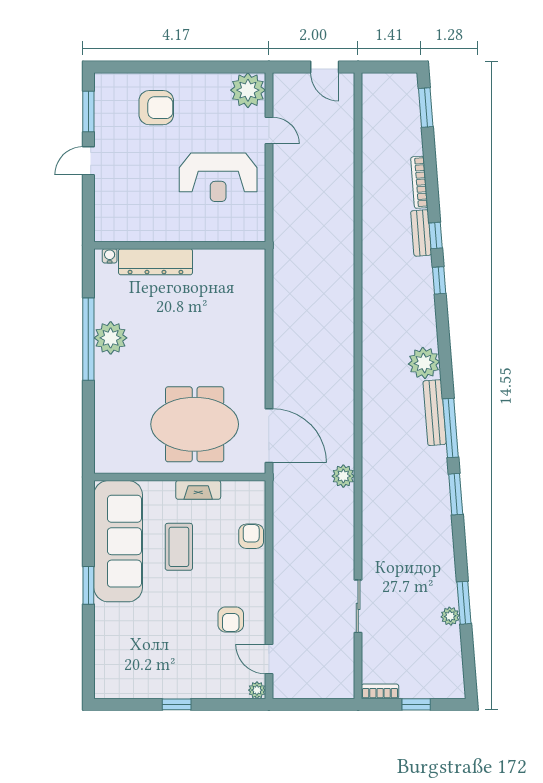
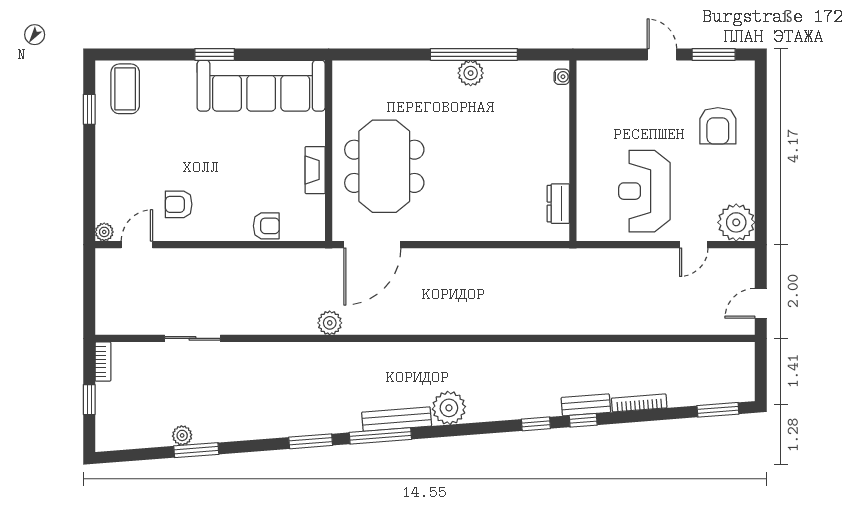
dresser: (155, 262) -> (558, 204), moved, width x0.51, depth x0.80
plant: (111, 338) -> (471, 73), width x0.73, depth x0.73
coffee table: (179, 547) -> (125, 89), moved, turned 90
window: (177, 704) -> (89, 109), moved

